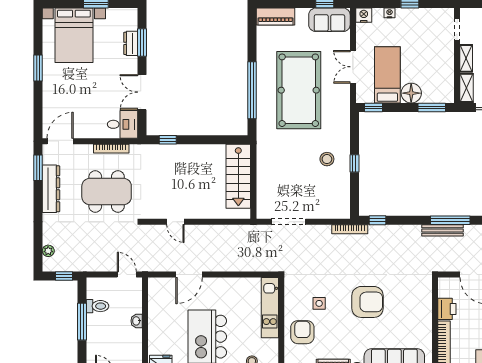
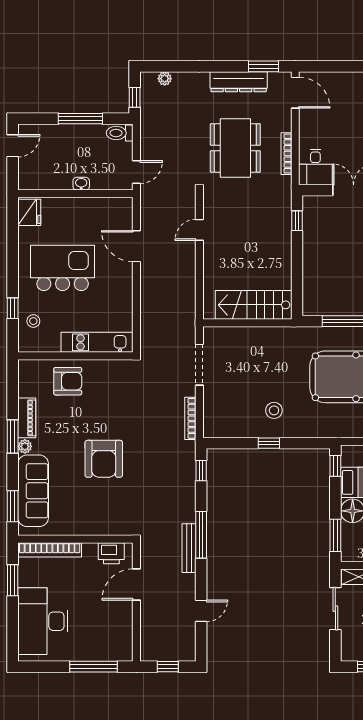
window: (450, 220) -> (201, 535), moved
bookcase: (350, 229) -> (190, 418), moved
side table: (319, 303) -> (102, 401), removed
toilet: (98, 306) -> (120, 133), moved, turned 90
printer: (447, 309) -> (111, 553), moved

